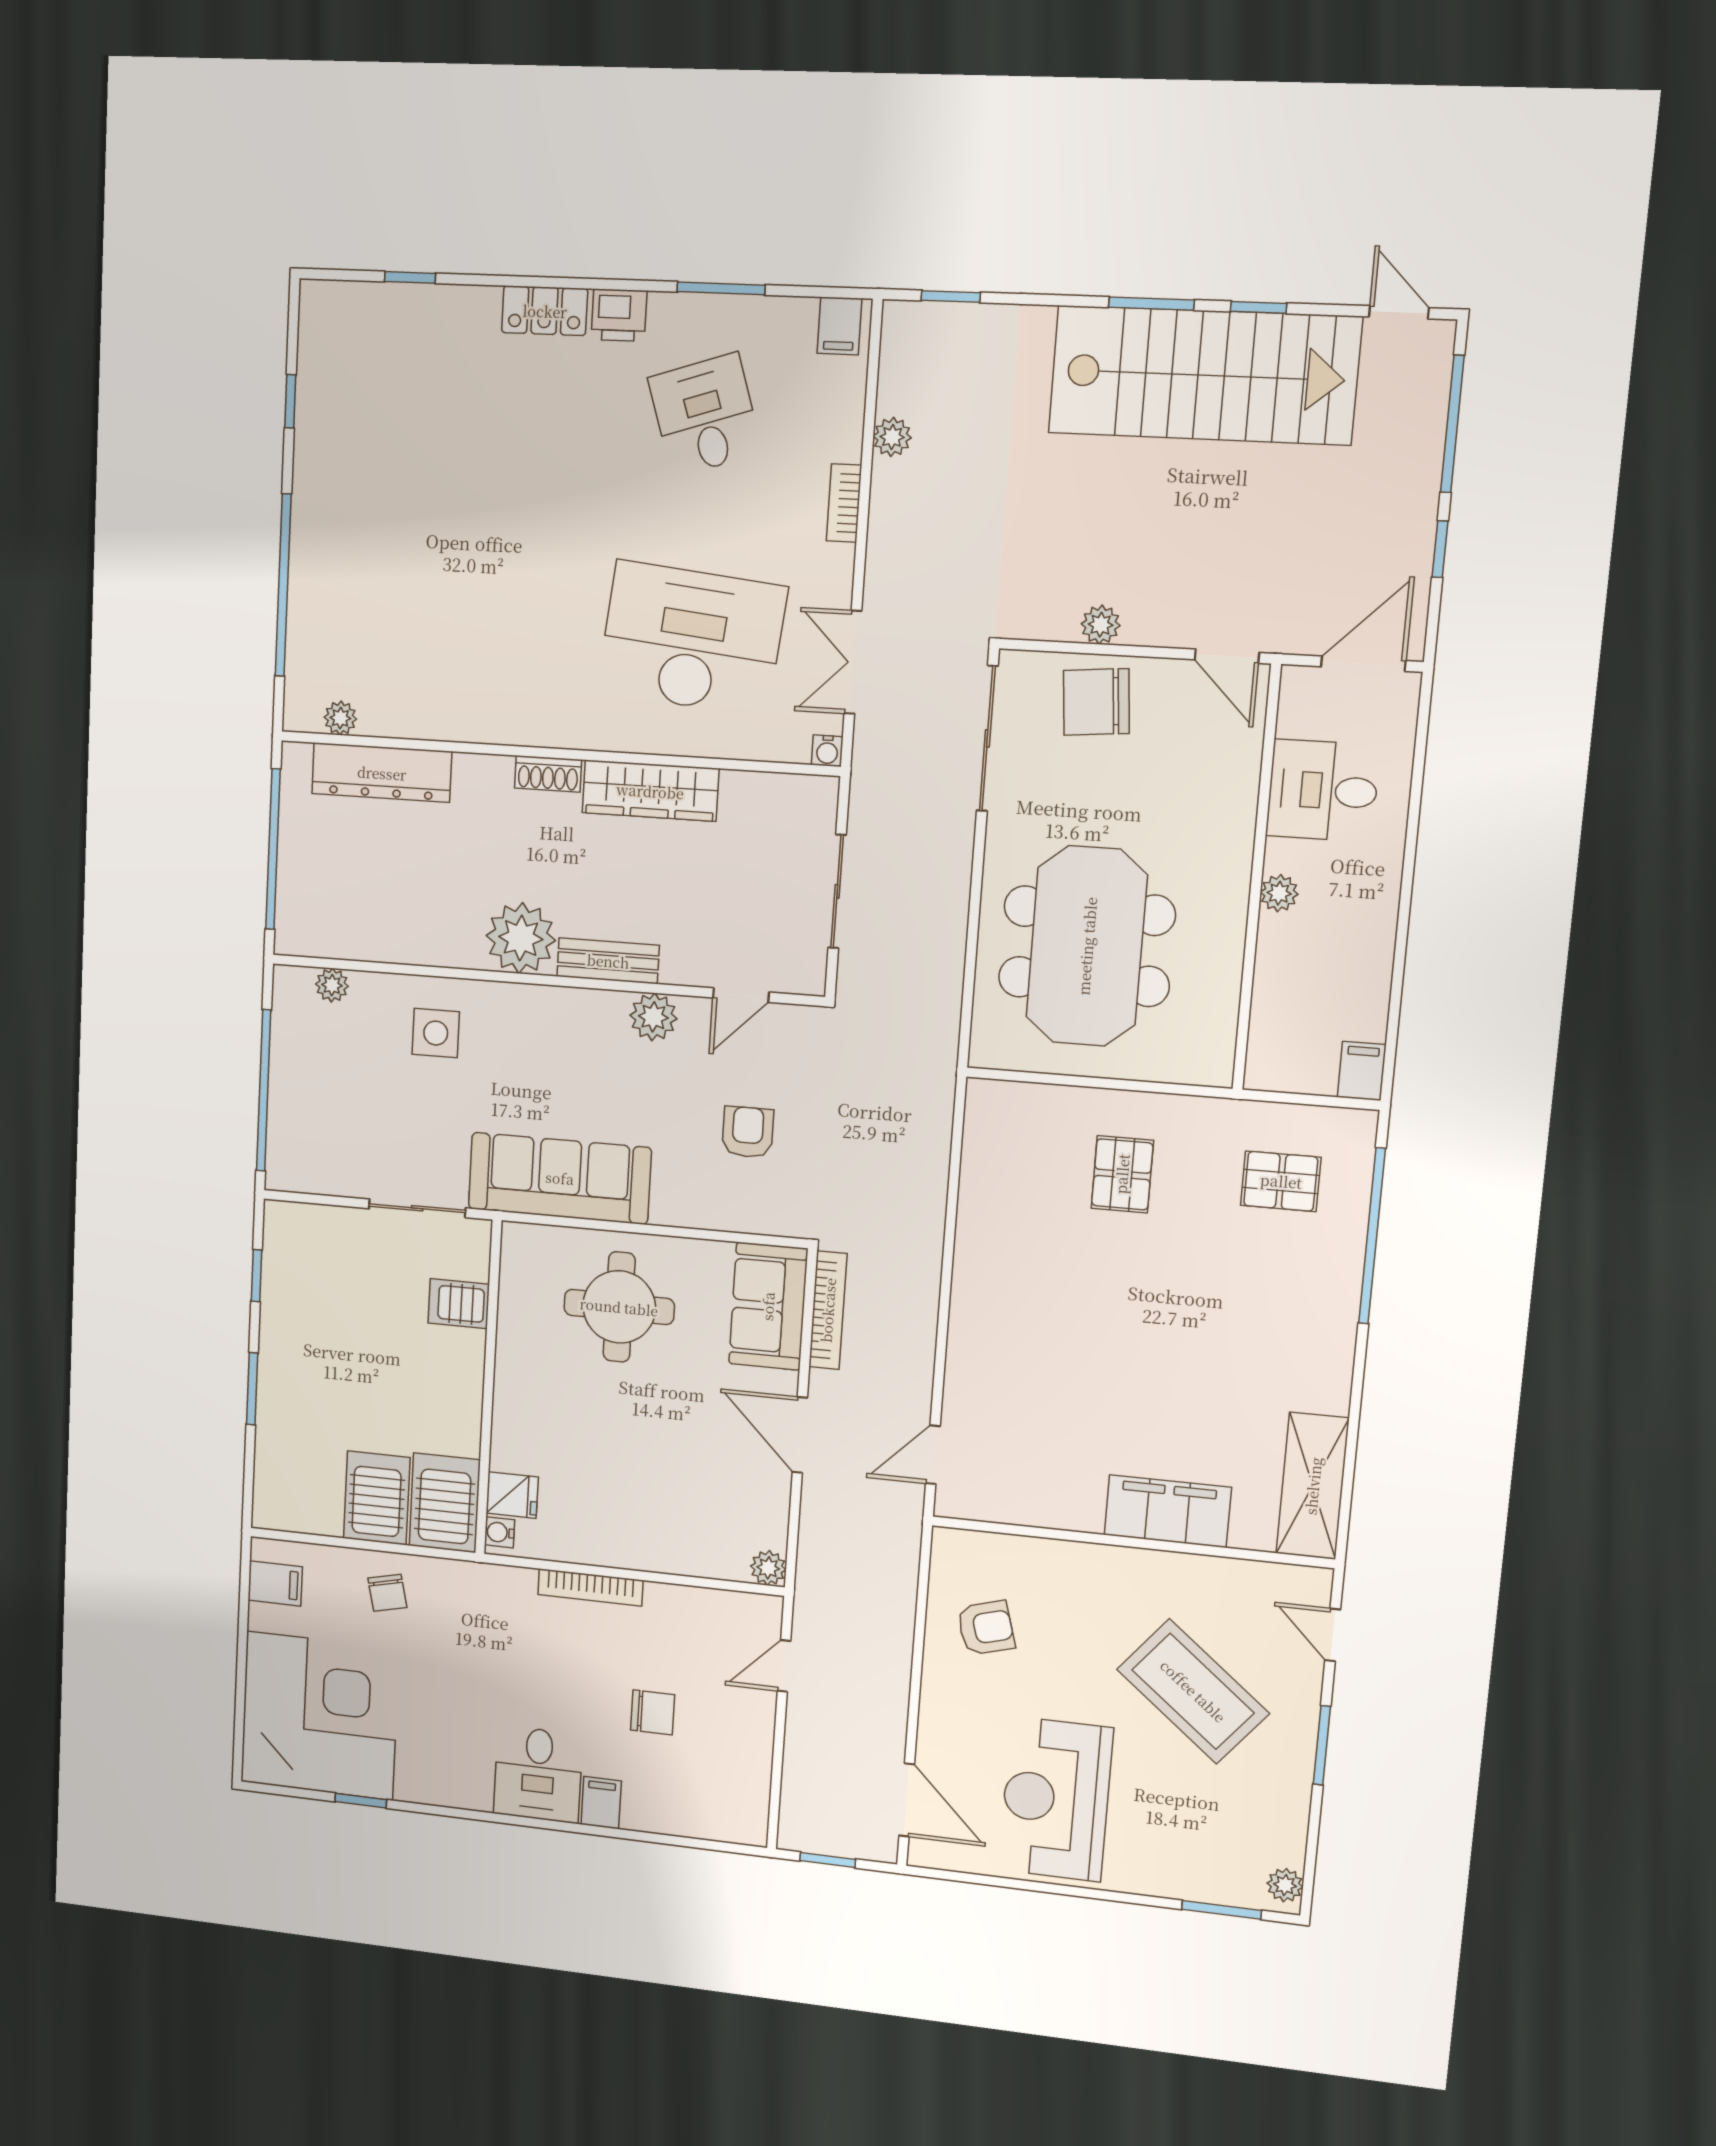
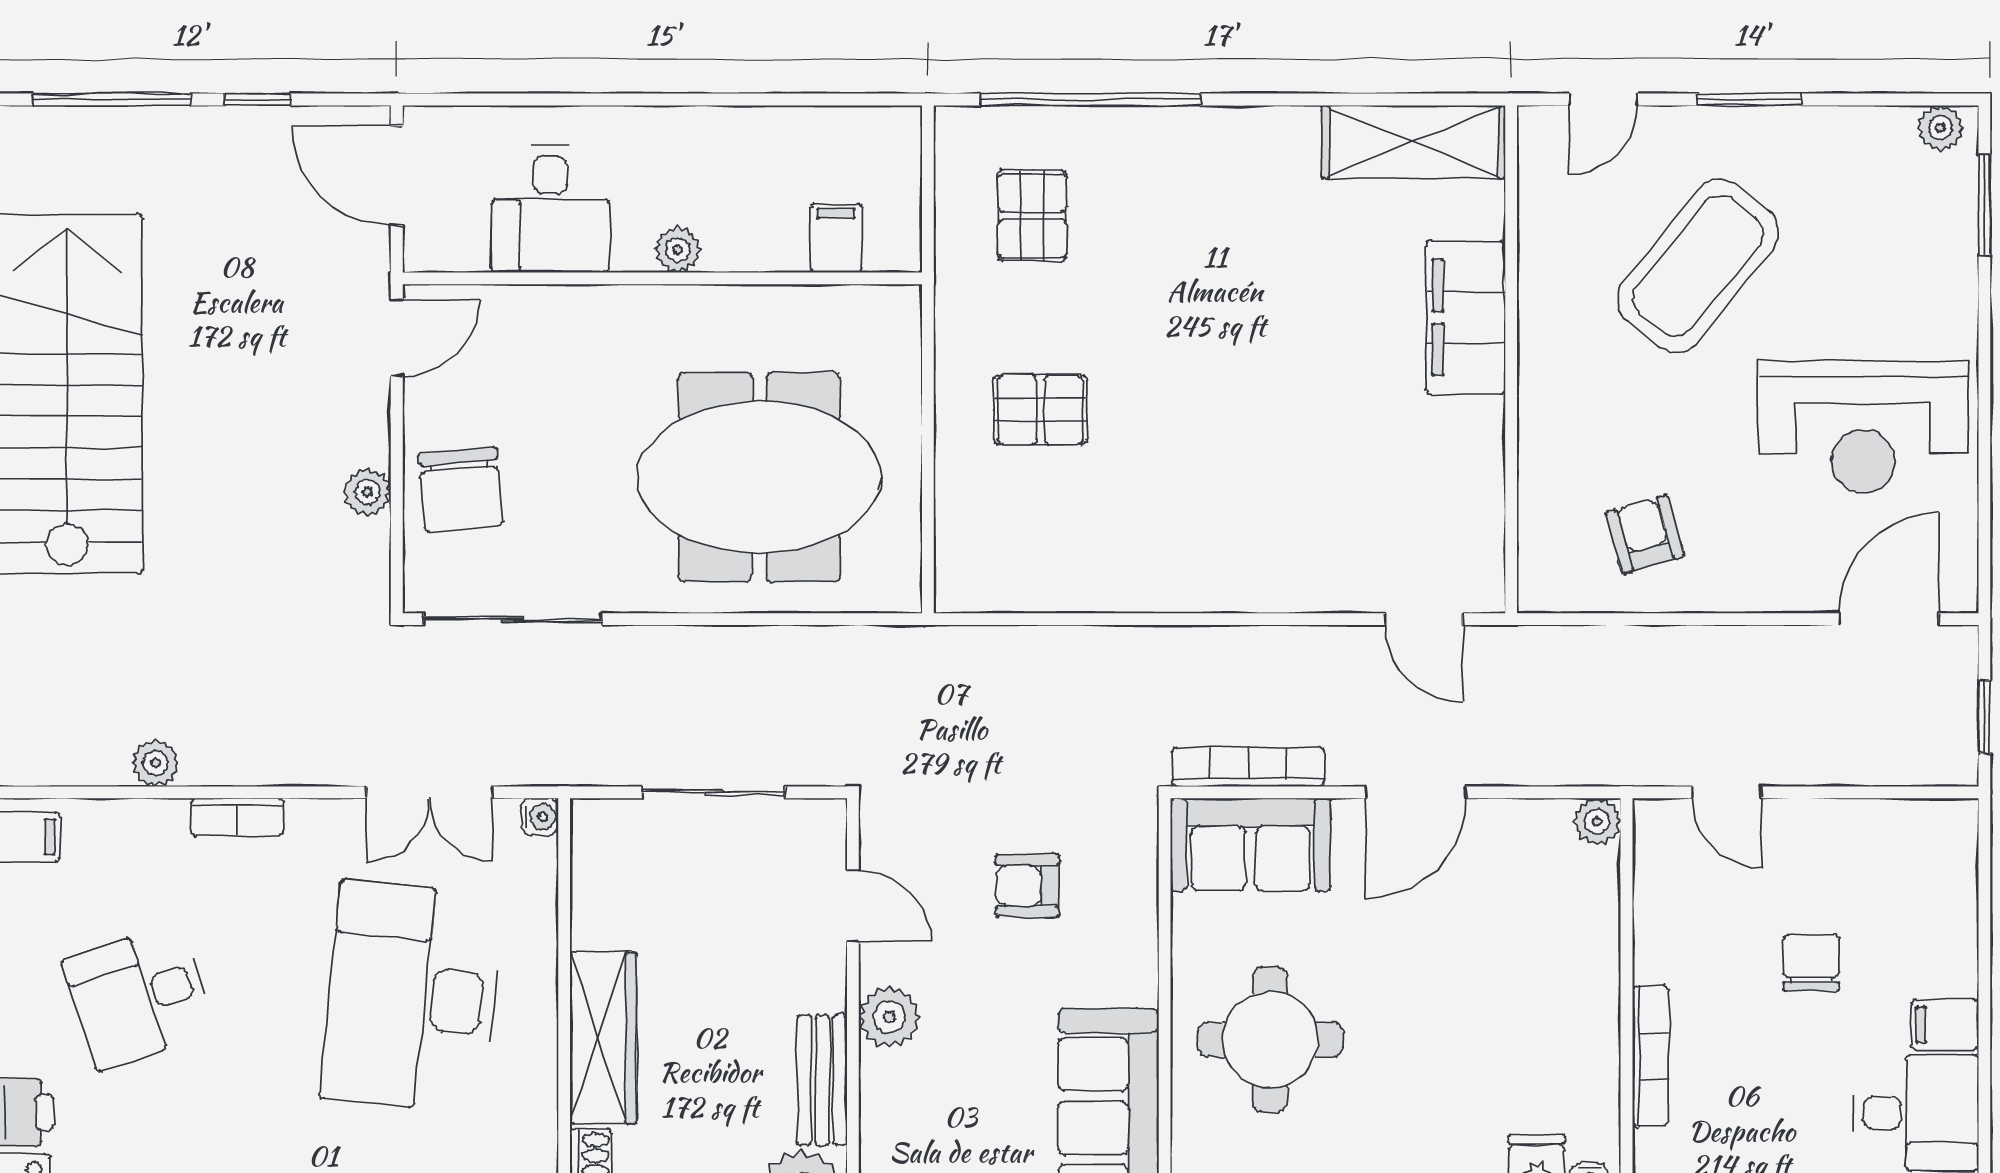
filing cabinet: (1362, 1071) -> (836, 238), moved, turned 90

